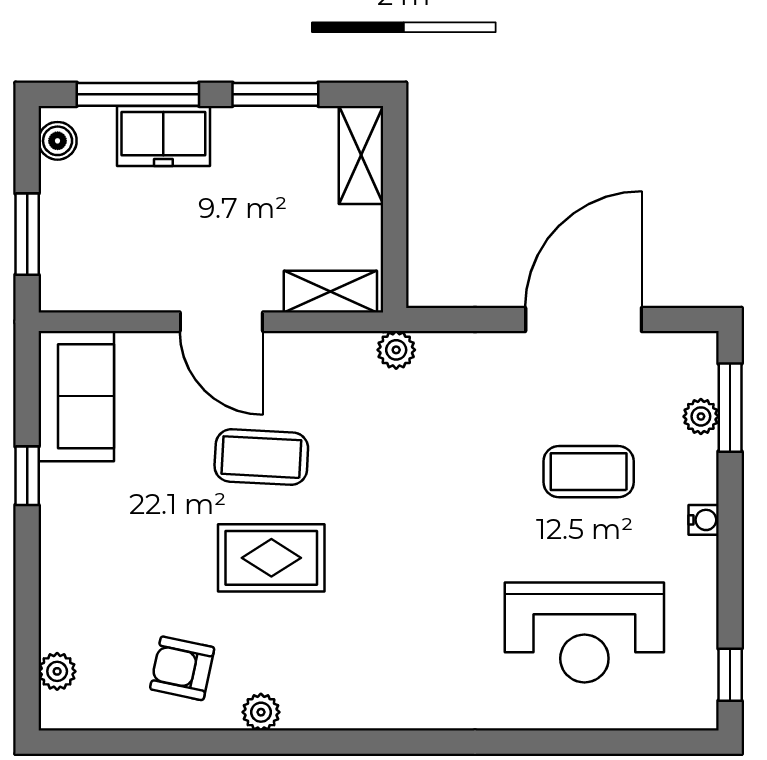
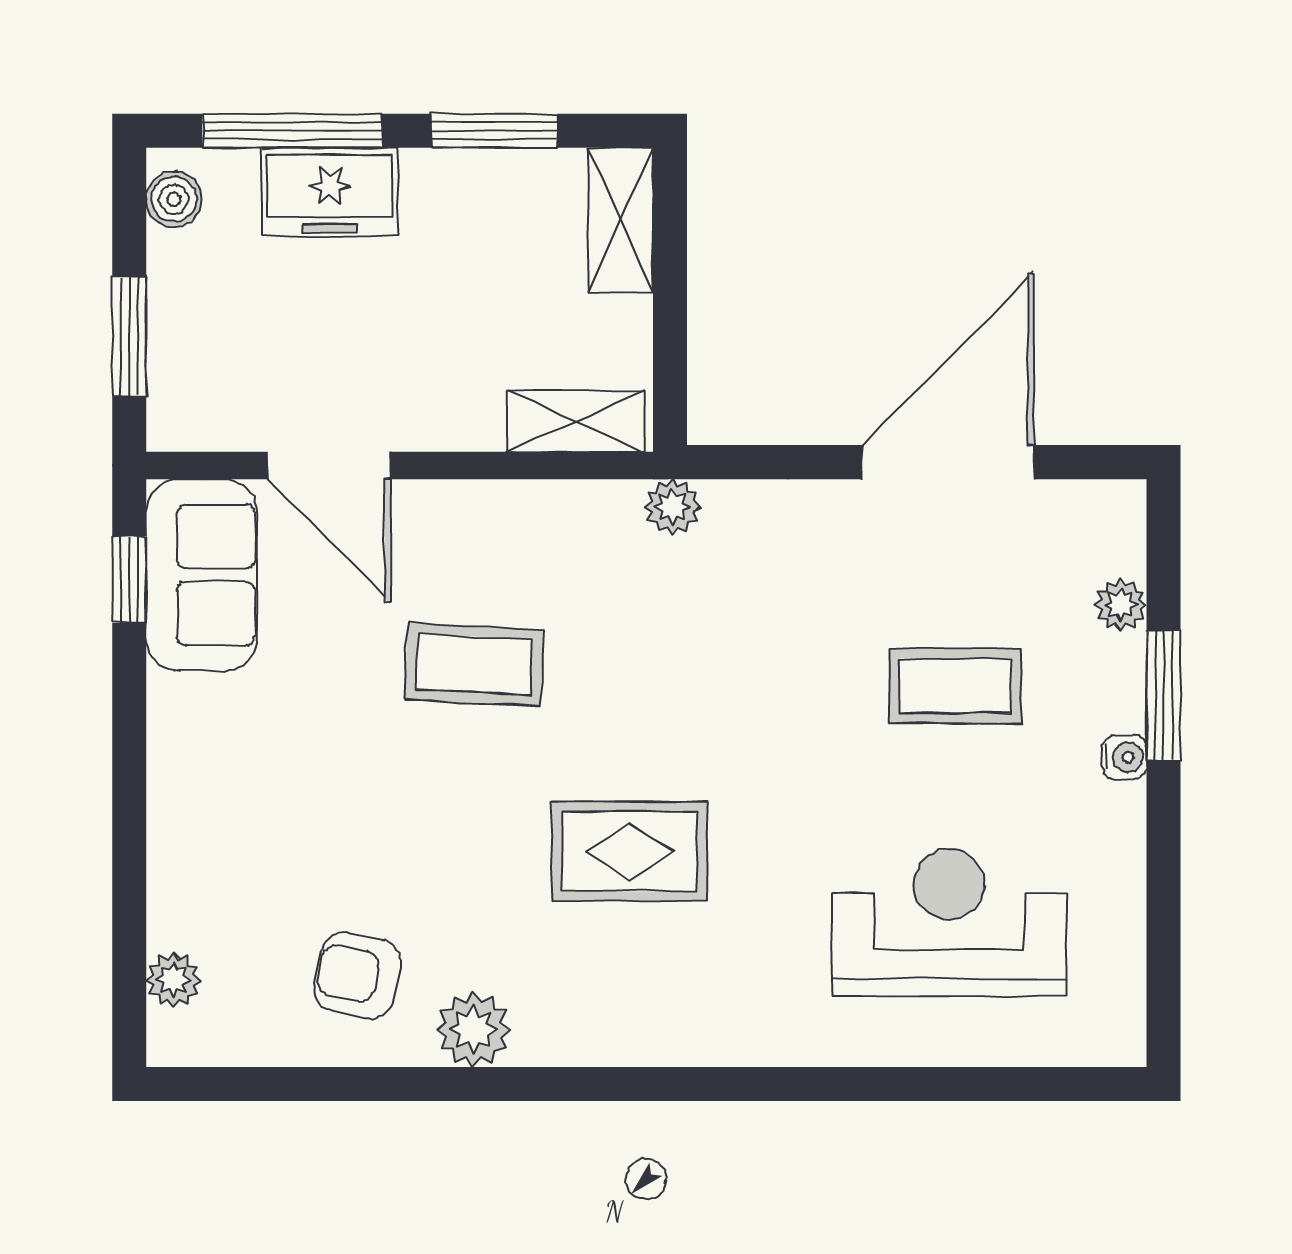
door: (221, 322) -> (329, 465), moved
window: (730, 408) -> (1164, 696), moved
window: (27, 476) -> (129, 580), moved
rug: (271, 558) -> (630, 851), moved
reception desk: (584, 632) -> (949, 923), turned 180
window: (730, 675) -> (1164, 985), removed
plant: (261, 712) -> (473, 1030), width x1.38, depth x1.38

